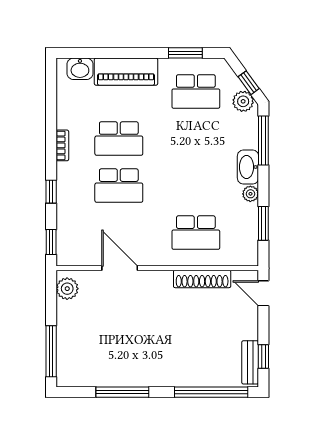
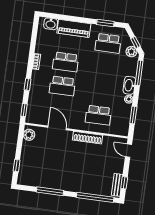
shoe rack: (202, 279) -> (88, 138), moved
window: (51, 351) -> (17, 165), width x0.46

